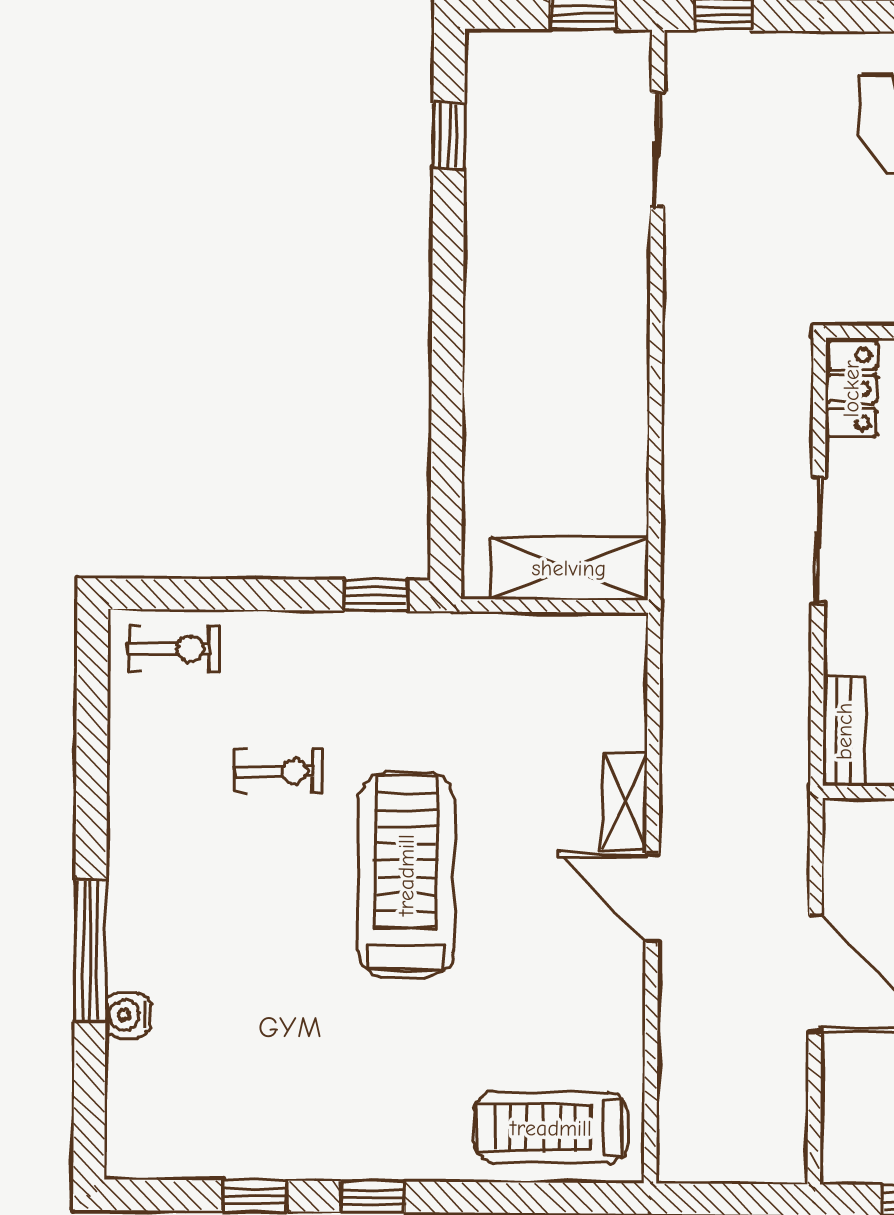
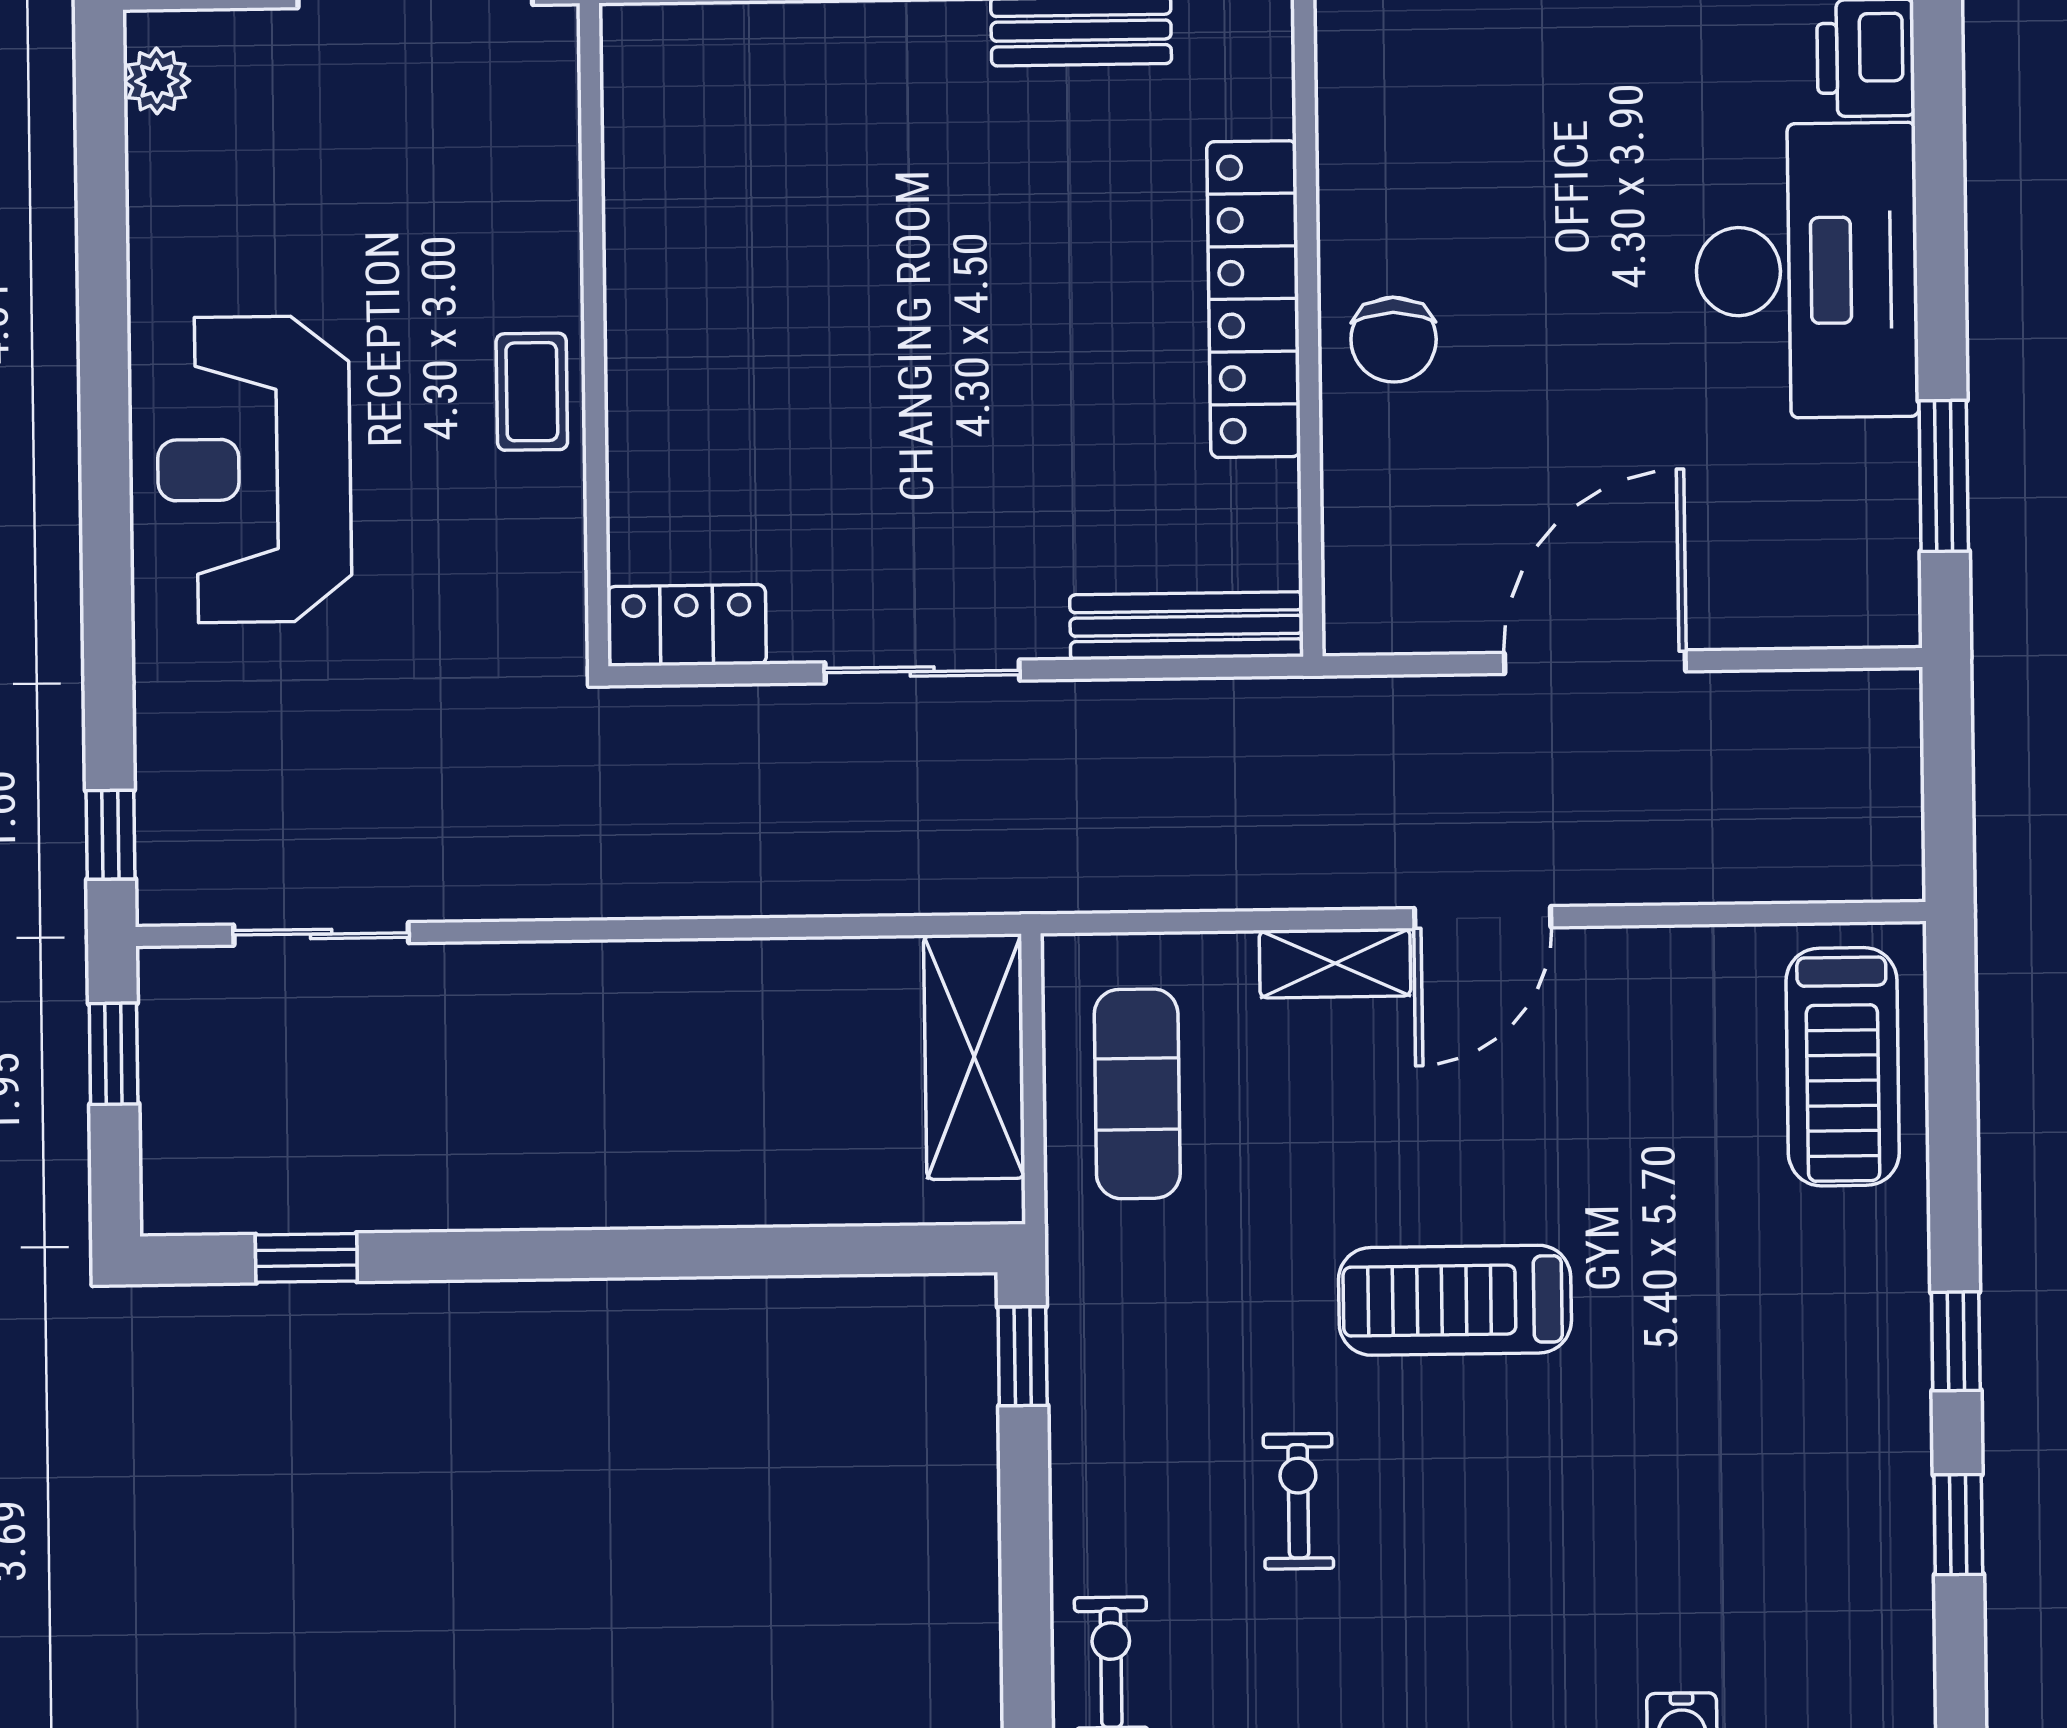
exercise mat: (543, 673) -> (1137, 1094), added
bench: (844, 731) -> (1187, 626), width x1.36
treadmill: (406, 875) -> (1455, 1300), width x0.73, depth x0.73

